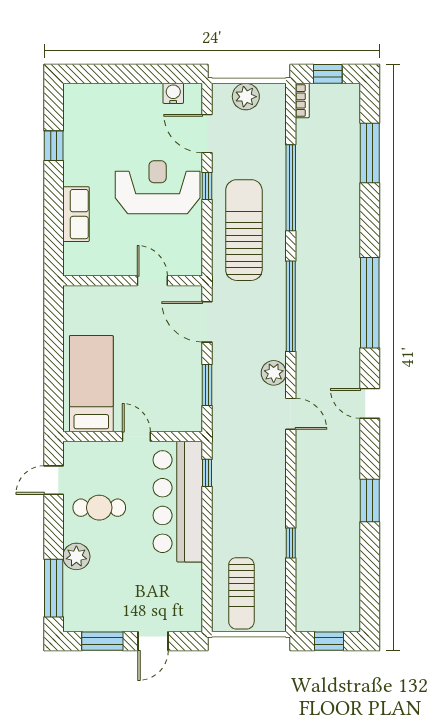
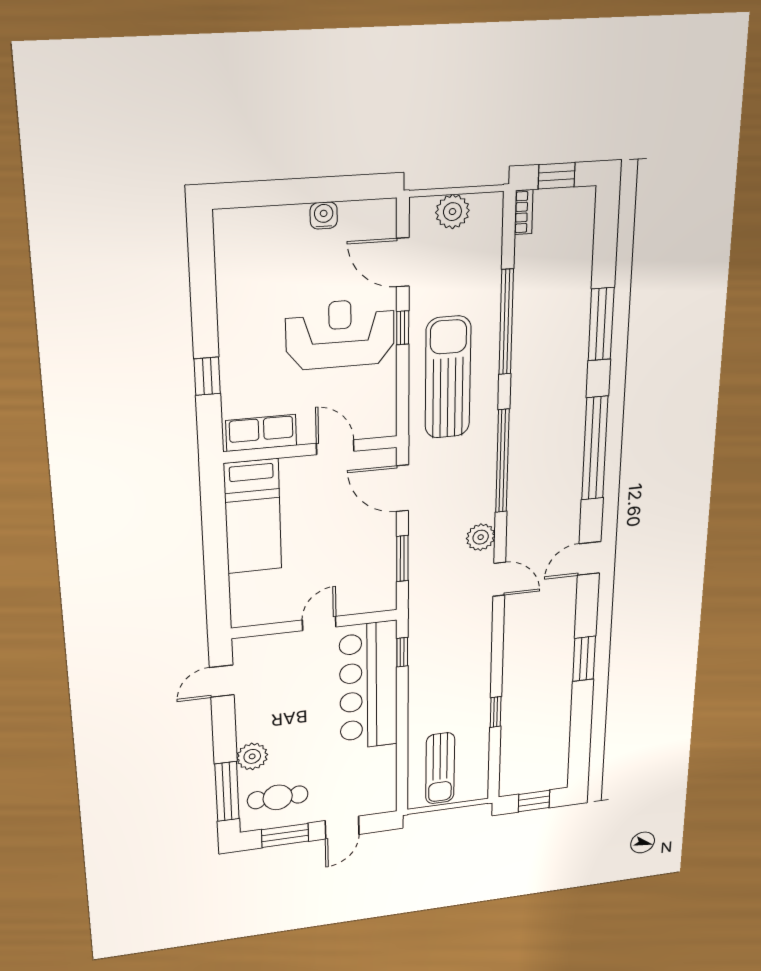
water cooler: (173, 93) -> (324, 216), moved
window: (54, 146) -> (207, 376), moved
window: (370, 153) -> (601, 324), moved
row of seats: (76, 214) -> (261, 433), moved, turned -90
bed: (91, 384) -> (253, 516), moved, turned 180
door: (370, 403) -> (589, 558), hinge flipped
door: (136, 437) -> (319, 623), hinge flipped
cafe table: (99, 508) -> (278, 797), moved

